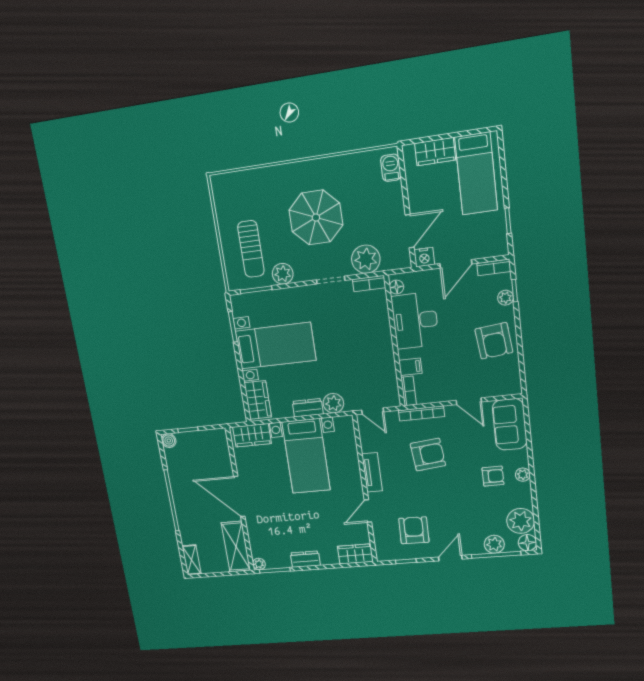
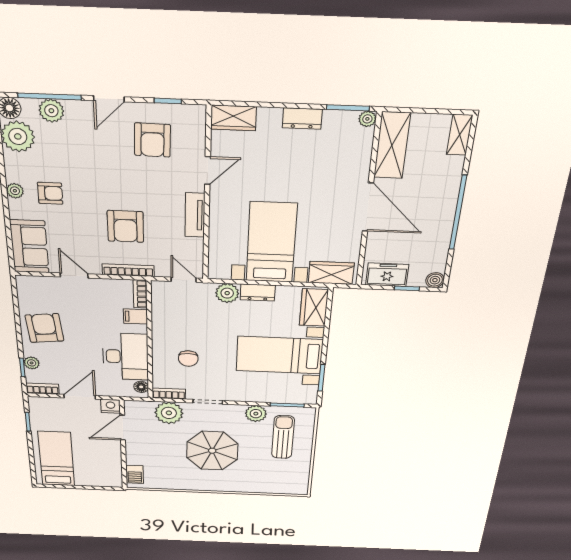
wardrobe: (435, 152) -> (93, 479), removed
chair: (357, 328) -> (188, 359), added
freezer: (207, 440) -> (387, 275), added
armchair: (428, 455) -> (125, 226), turned -84
armchair: (493, 476) -> (50, 193), turned 180

